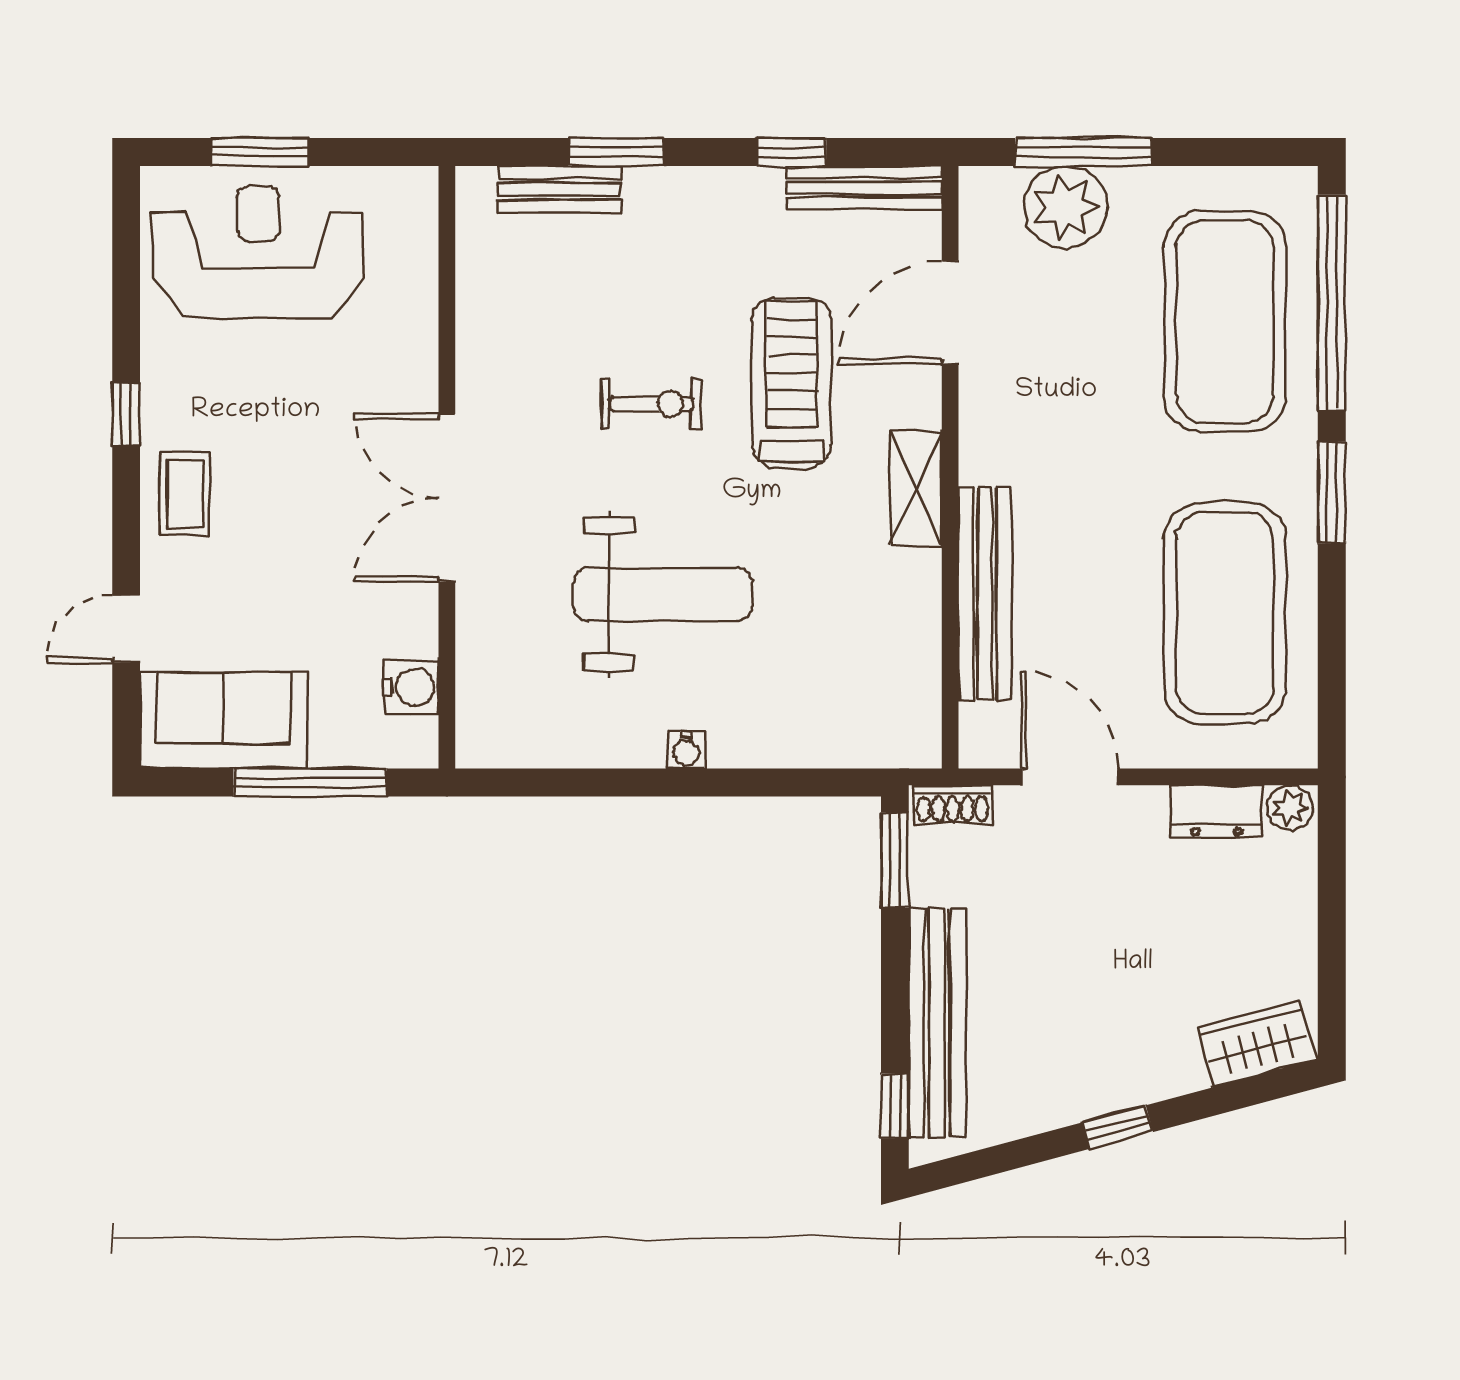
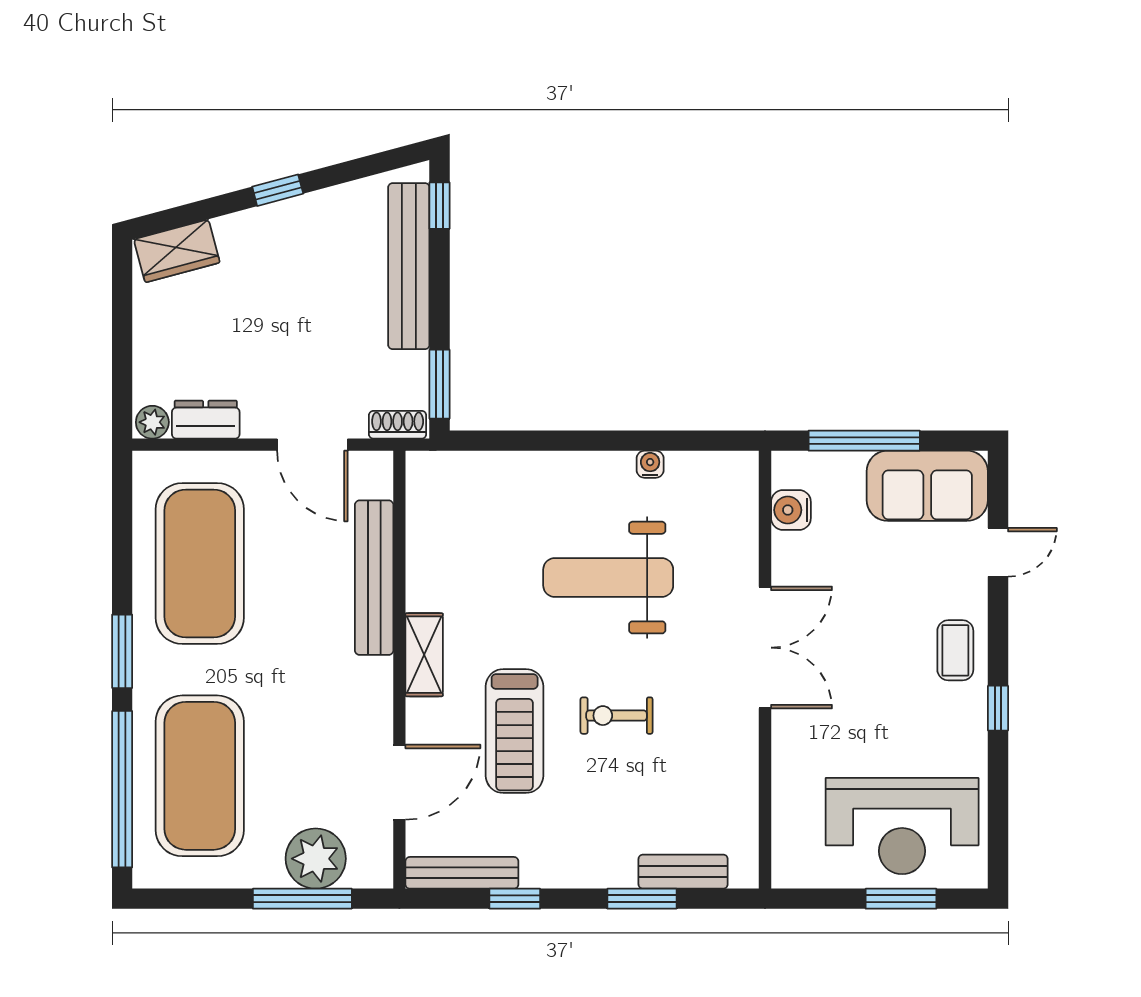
water cooler: (686, 750) -> (650, 464), moved

